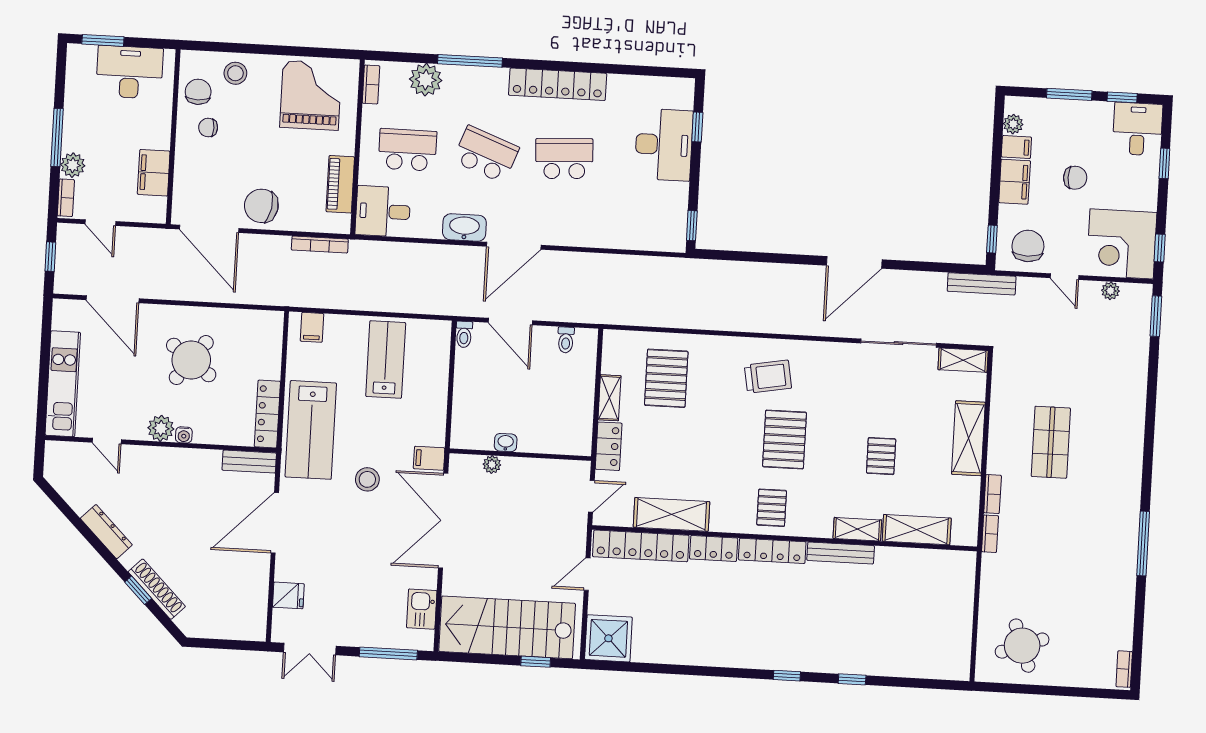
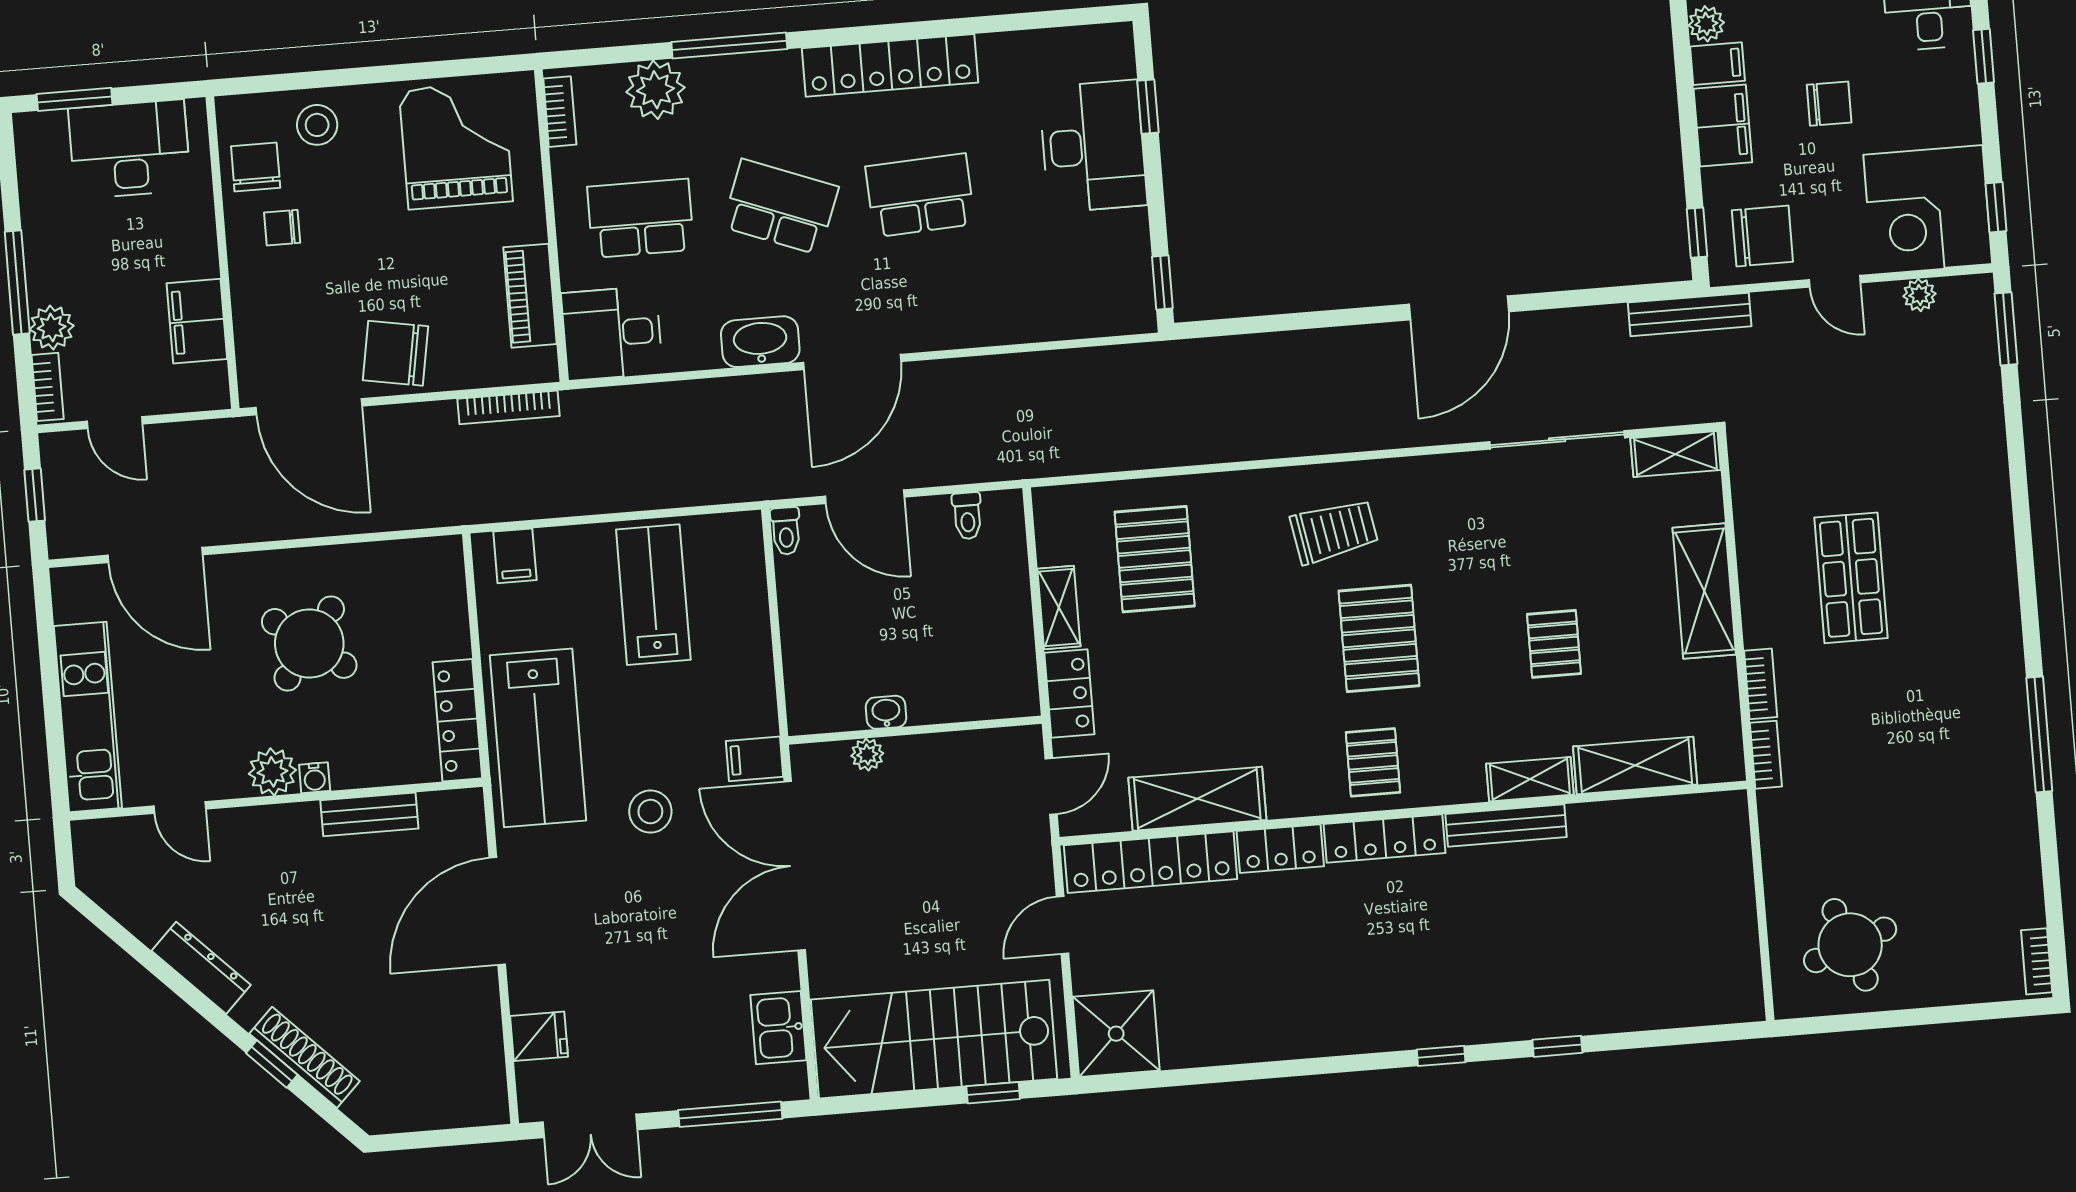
chair: (1028, 246) -> (1762, 236), turned 90
bench: (249, 462) -> (369, 814), moved

